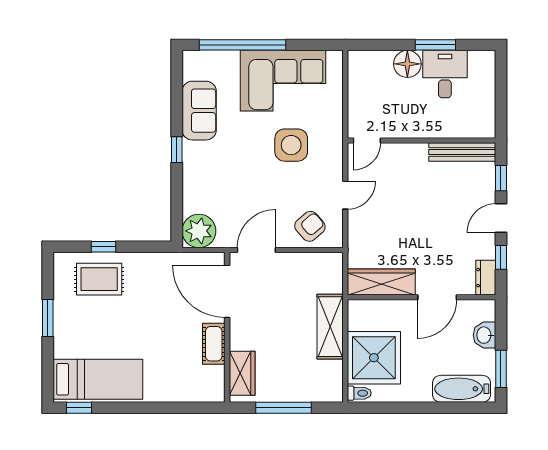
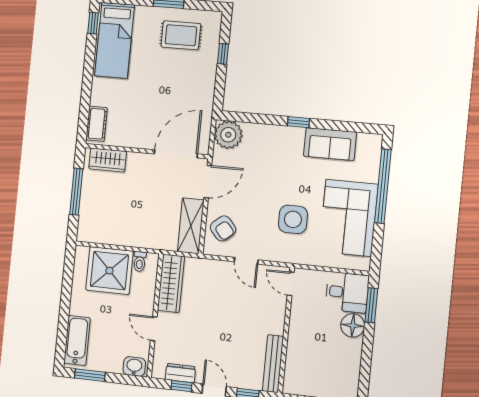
window: (435, 45) -> (371, 305), moved
desk: (445, 74) -> (347, 292), moved
door: (256, 250) -> (208, 182), hinge flipped
dresser: (486, 278) -> (180, 373), moved
rug: (99, 279) -> (181, 35), moved, turned 90
door: (437, 297) -> (154, 329), width x0.73
shelving: (330, 327) -> (191, 226), moved, turned 90
washbasin: (484, 335) -> (134, 366), moved
cot: (214, 344) -> (97, 124), moved, turned 90
toilet: (359, 393) -> (140, 262), moved

